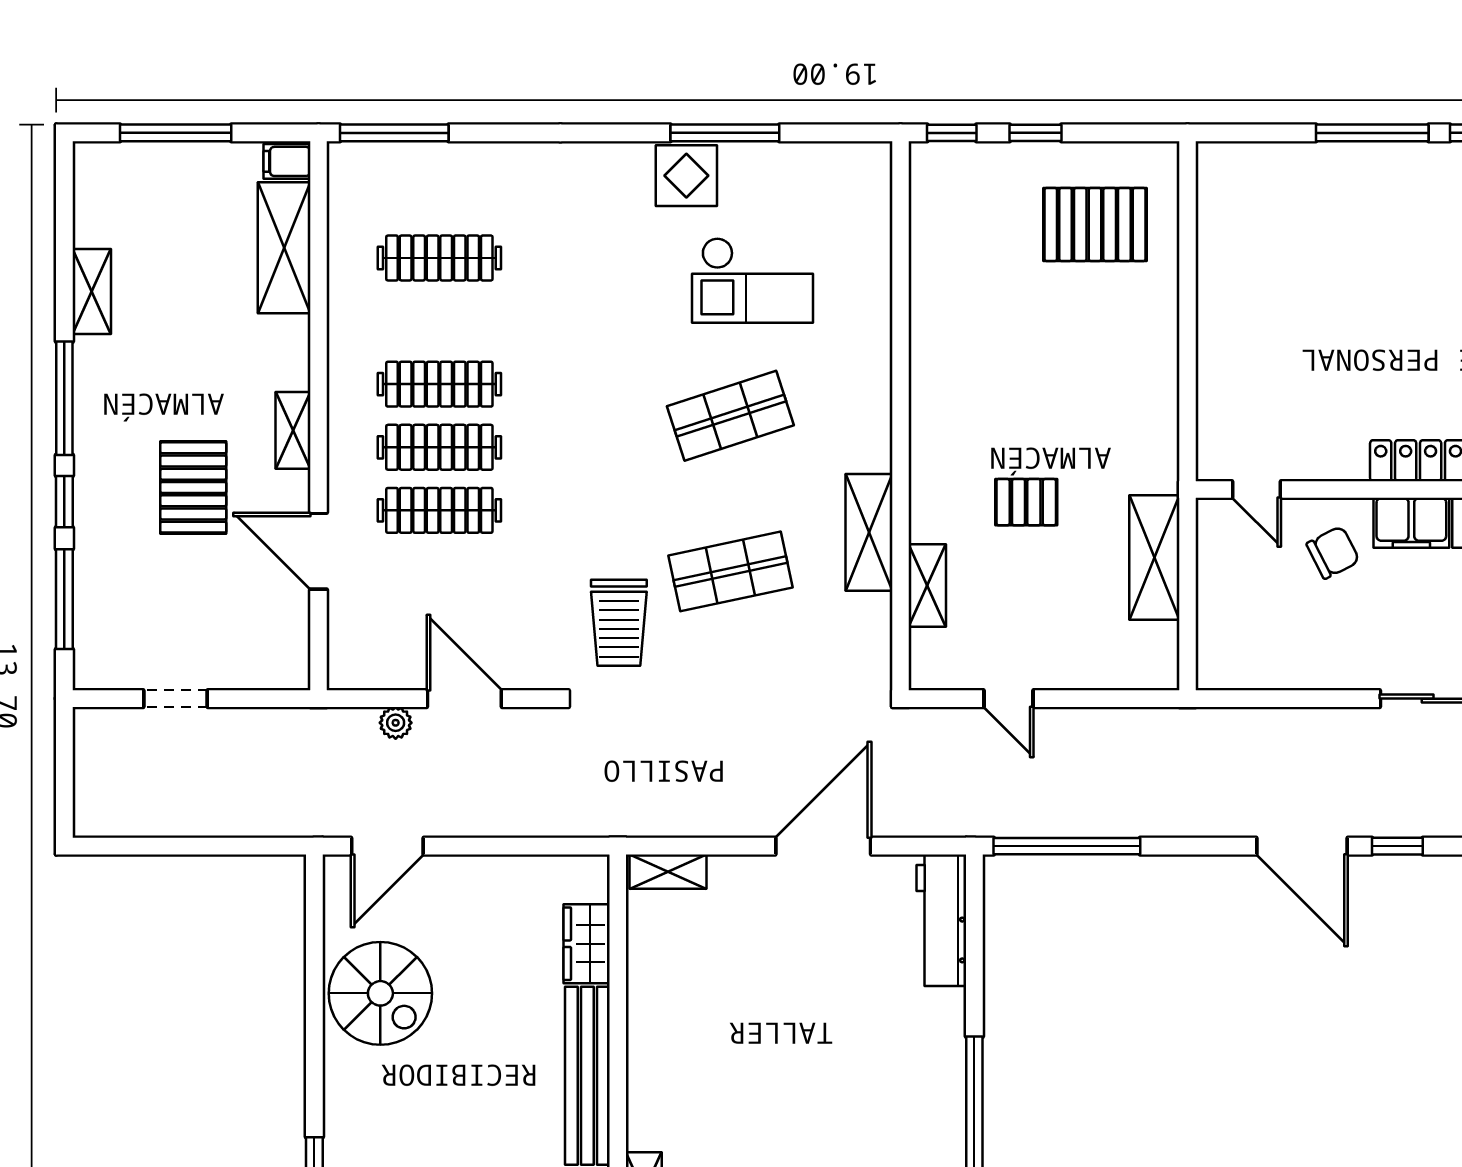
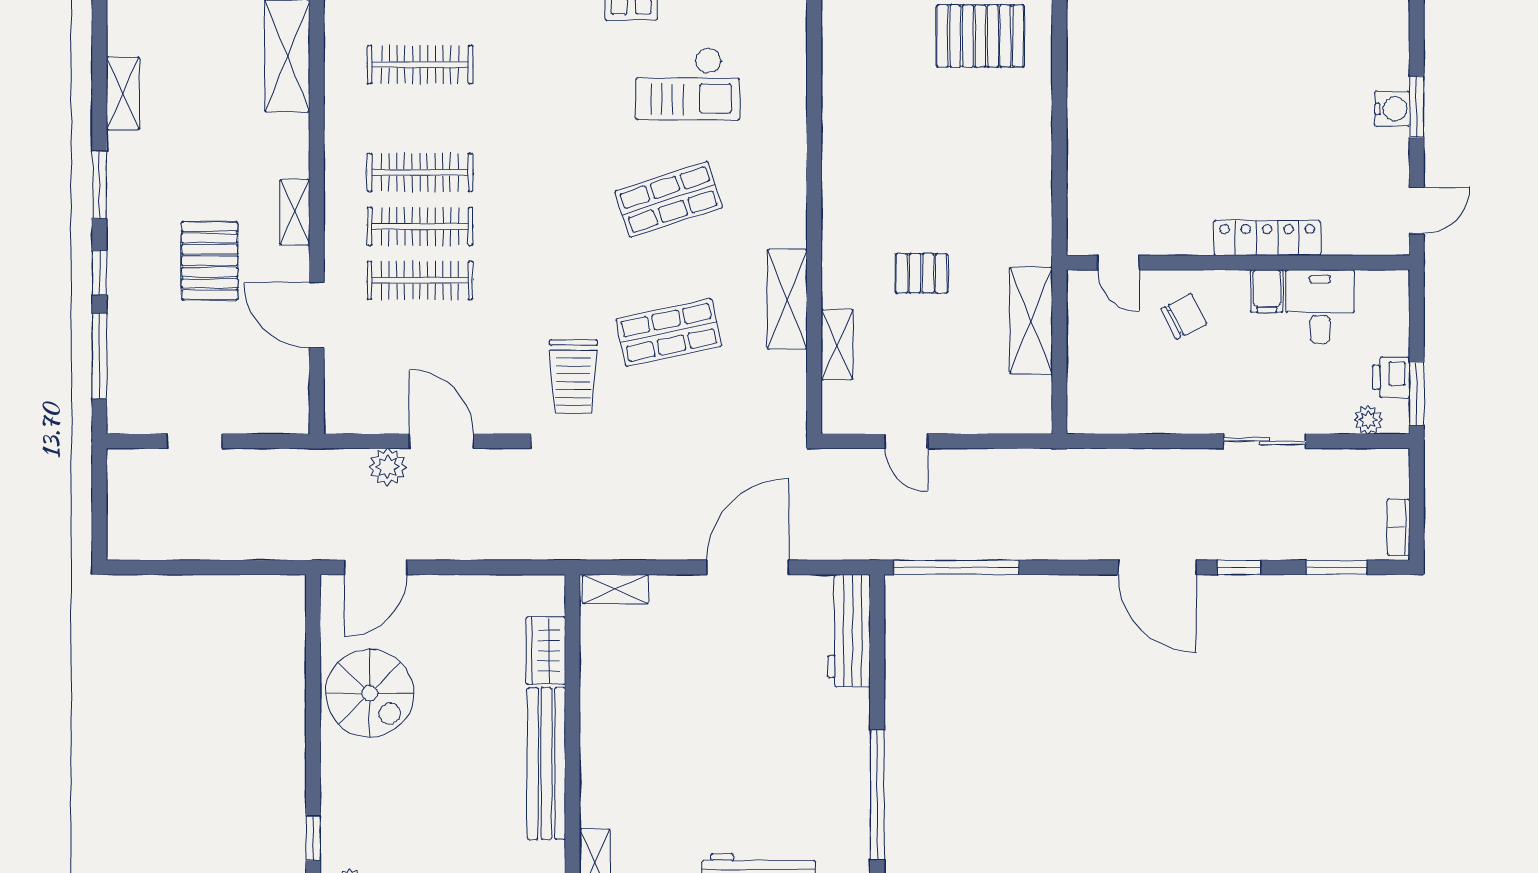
window: (64, 398) -> (99, 185), width x0.69
filing cabinet: (1411, 523) -> (1267, 291), width x0.50
plant: (396, 723) -> (388, 467), width x1.38, depth x1.38

